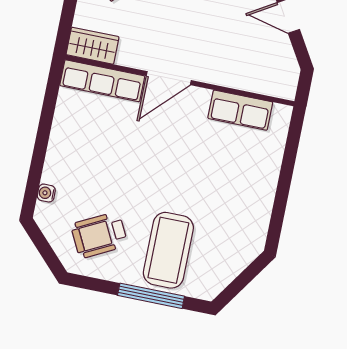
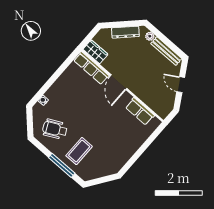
door: (169, 78) -> (119, 82), hinge flipped
coffee table: (168, 250) -> (79, 151), width x0.73, depth x0.76

